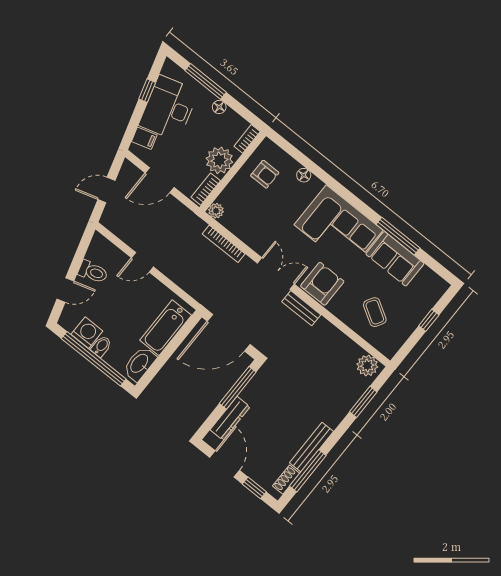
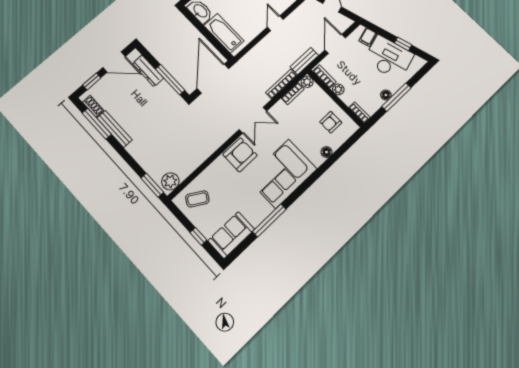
window: (206, 81) -> (396, 97), moved
plant: (219, 160) -> (338, 89), width x0.53, depth x0.53
bookcase: (234, 227) -> (293, 93), added
sofa: (395, 259) -> (231, 235), moved
armchair: (322, 284) -> (240, 155), turned -90
bench: (301, 308) -> (304, 61), moved
coffee table: (375, 312) -> (197, 199), moved
window: (363, 402) -> (152, 185), moved

